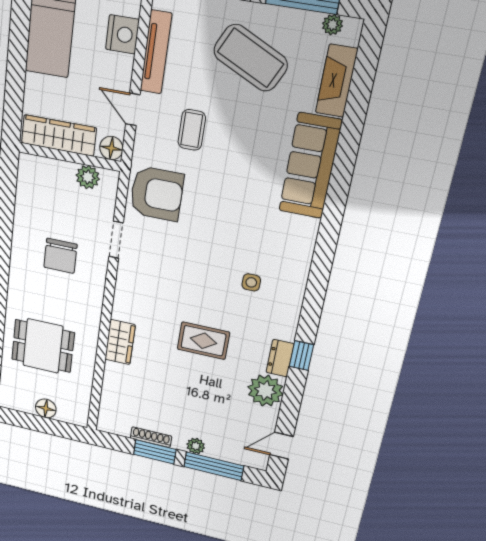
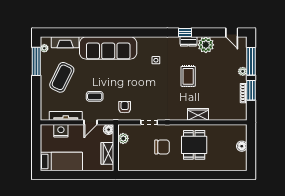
wardrobe: (59, 135) -> (107, 153), width x0.67
sofa: (310, 166) -> (108, 48), width x1.36, depth x1.27
armchair: (157, 194) -> (125, 107), width x0.53, depth x0.53
dining table: (43, 346) -> (194, 145), moved

